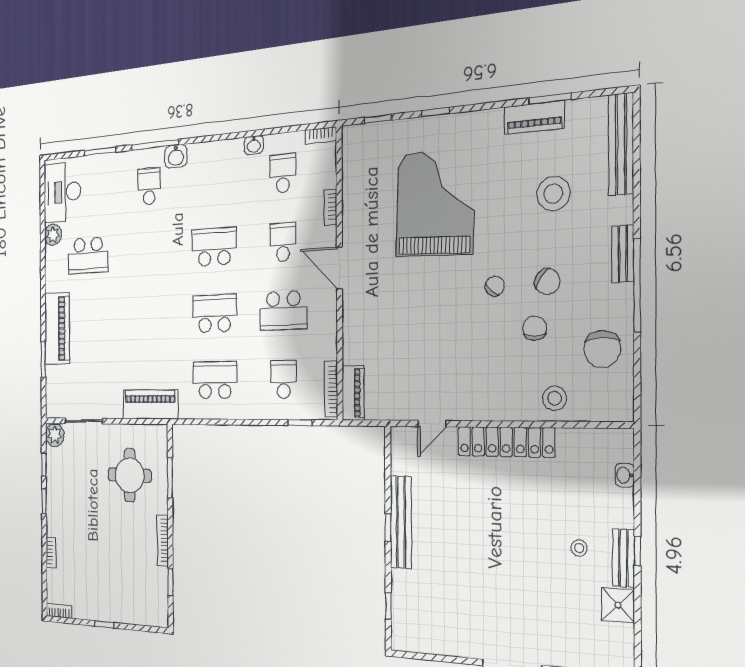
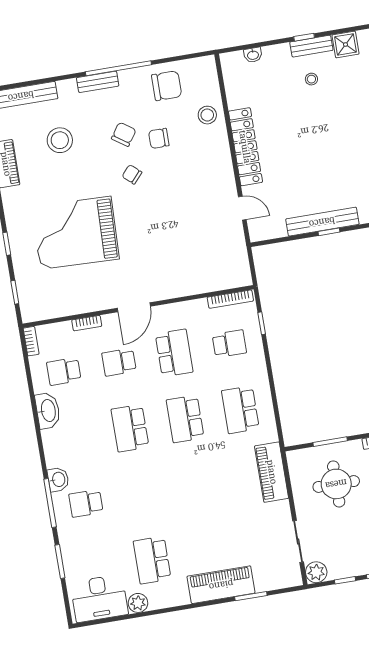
washbasin: (254, 145) -> (48, 411), width x1.91, depth x1.45
school desk: (88, 255) -> (152, 560), turned 180
school desk: (284, 379) -> (229, 344), turned 180
piano: (353, 393) -> (230, 279), removed

